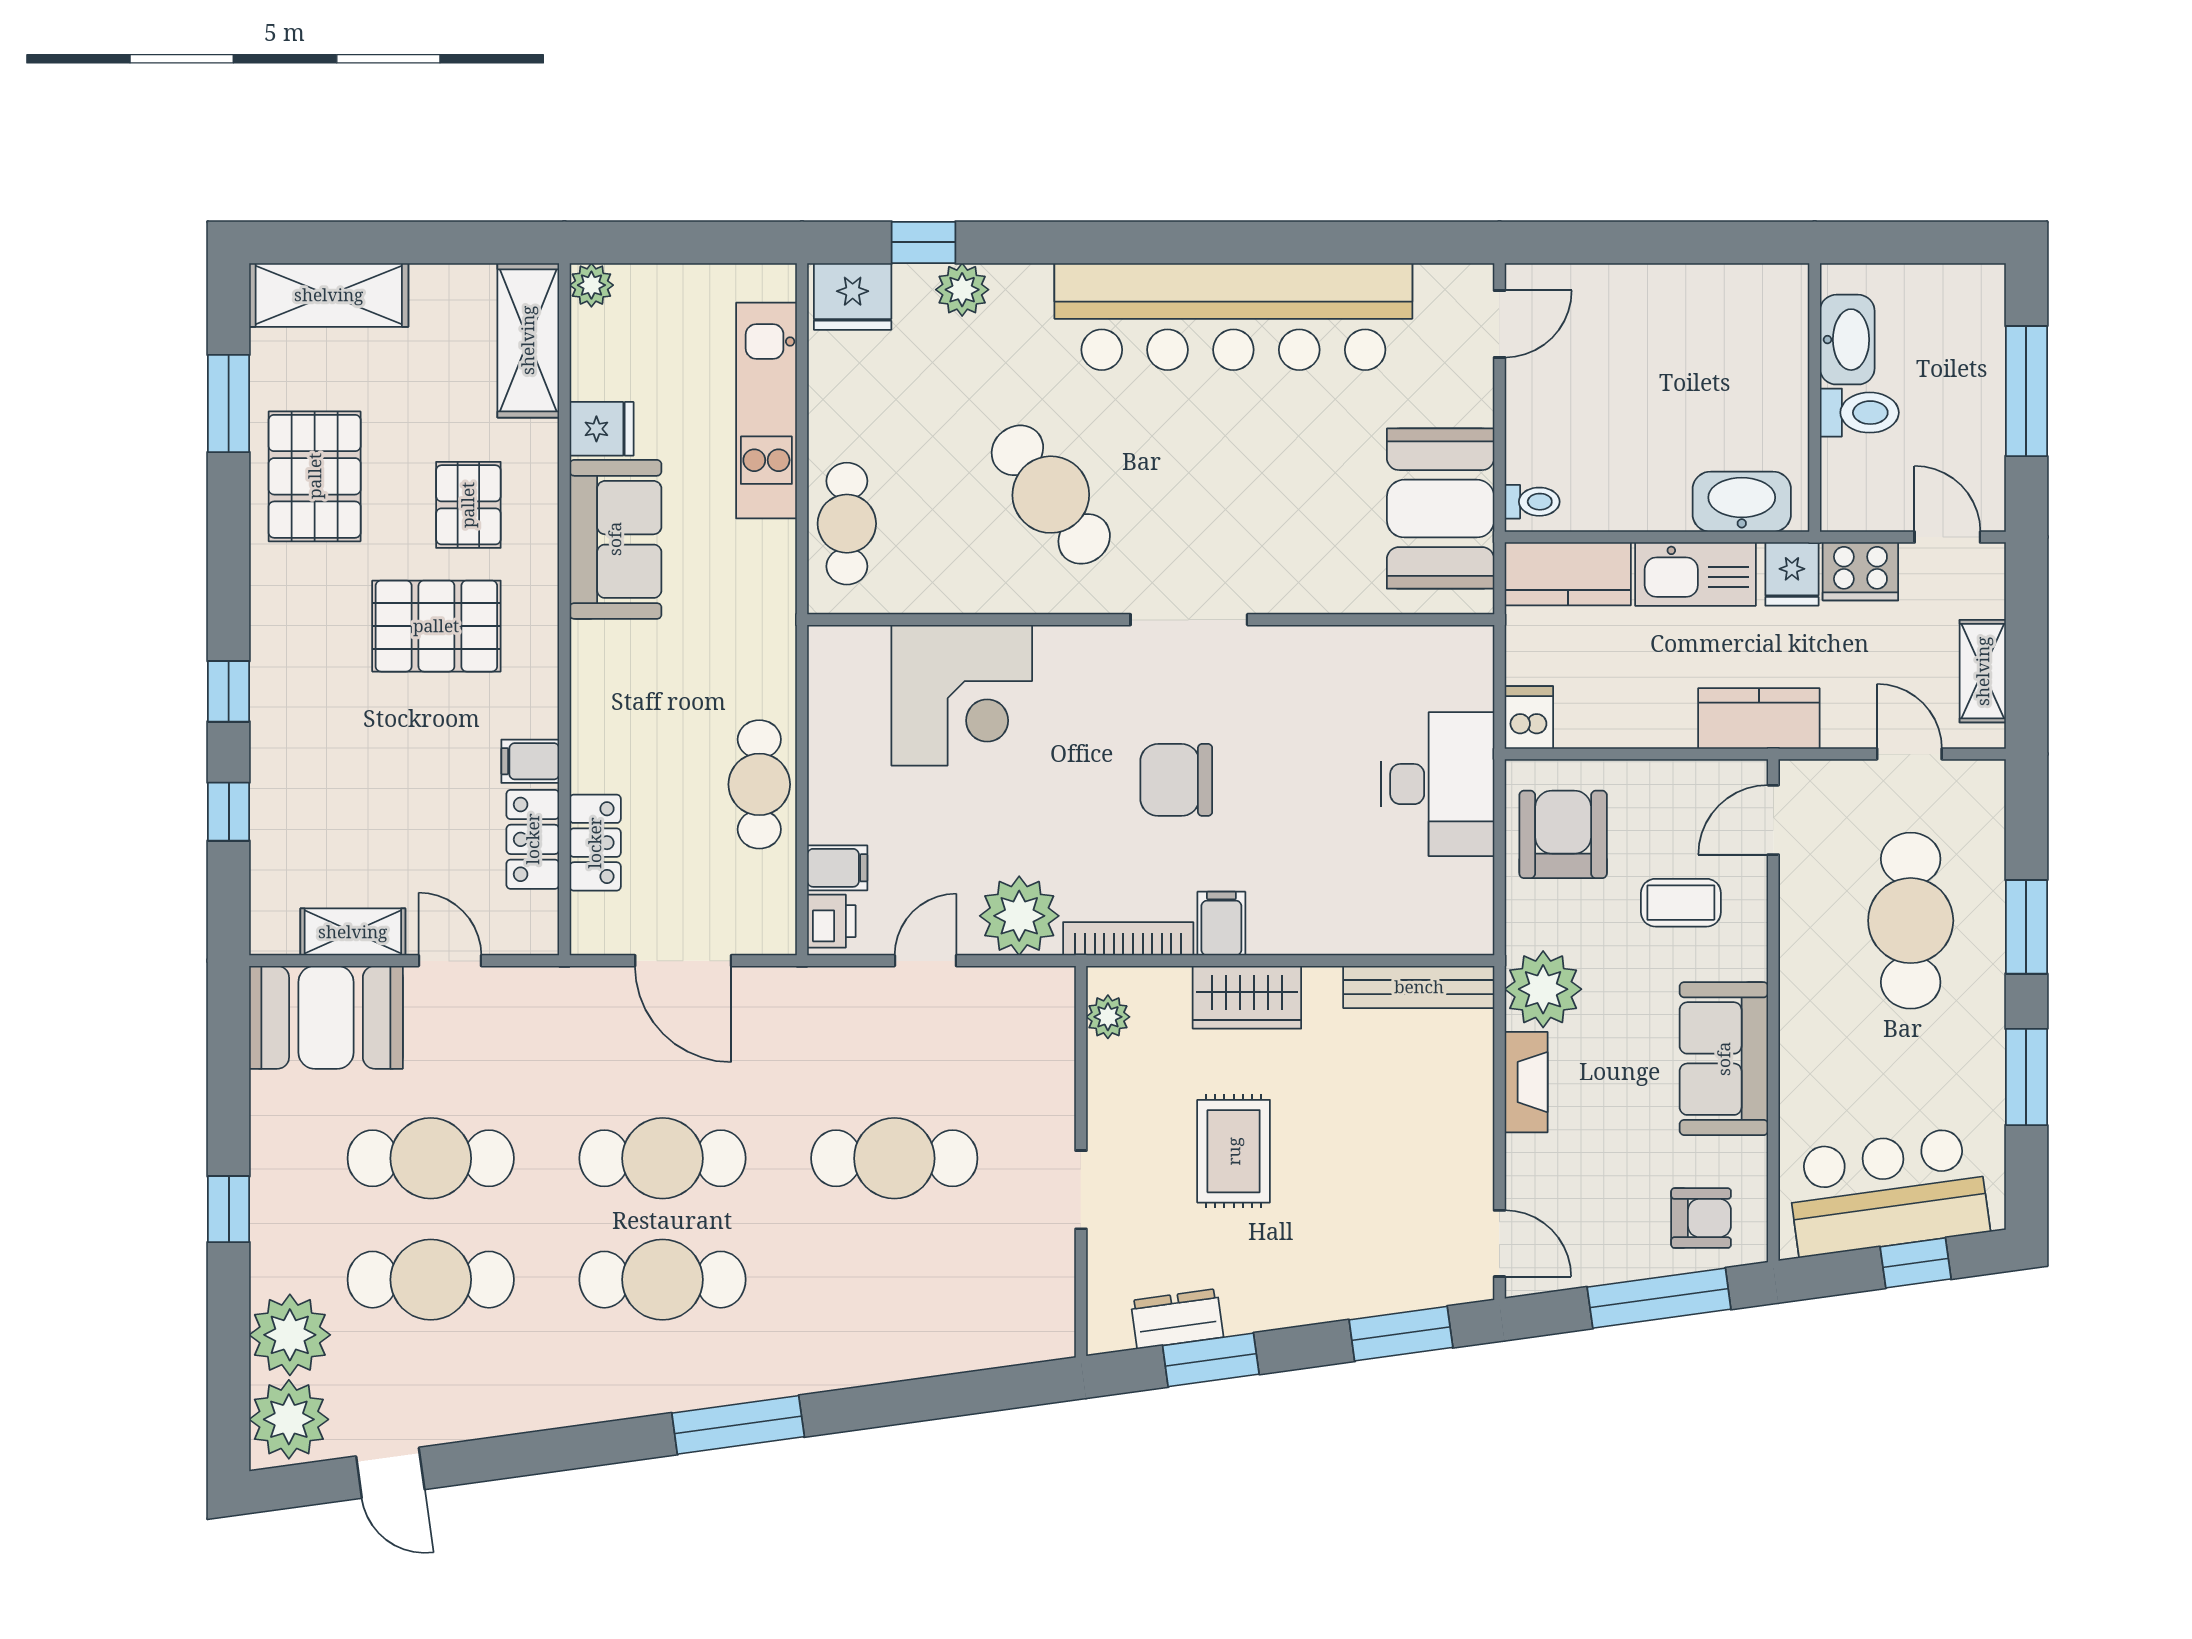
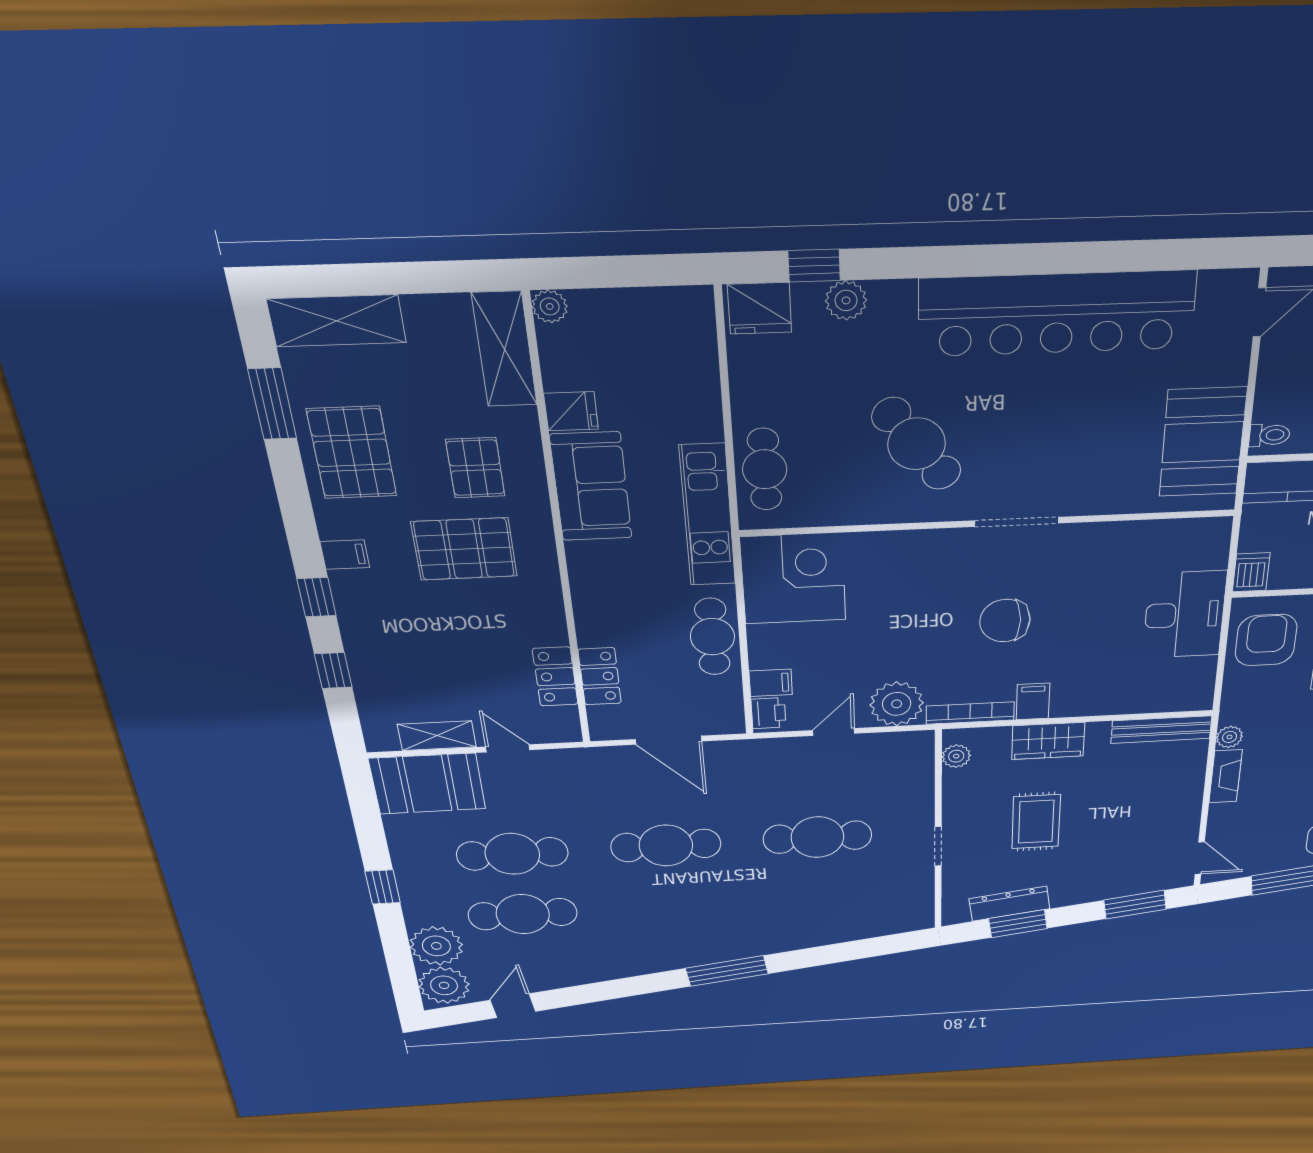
kitchen unit: (766, 411) -> (708, 516), moved
corner desk: (962, 695) -> (793, 579), moved, turned -90
filing cabinet: (530, 761) -> (345, 555), moved, turned 180
plant: (1543, 989) -> (1229, 737), width x0.53, depth x0.53
cafe table: (663, 1280) -> (672, 906), removed
dresser: (1177, 1319) -> (1009, 904), width x1.44
door: (390, 1473) -> (513, 1006), swing flipped

